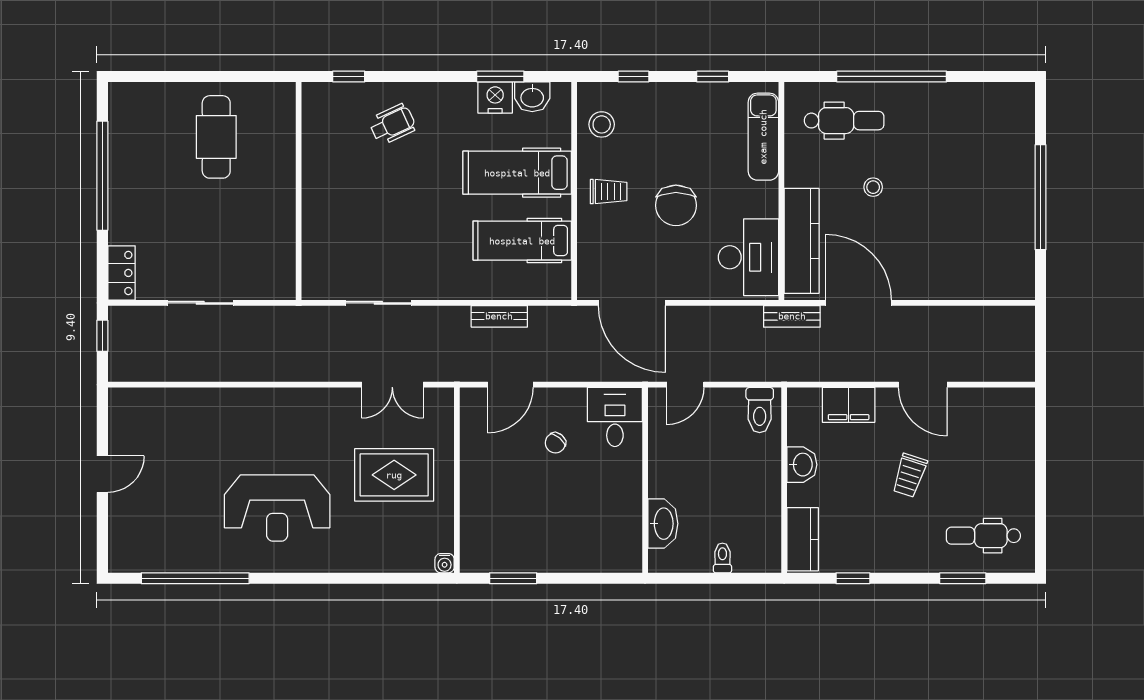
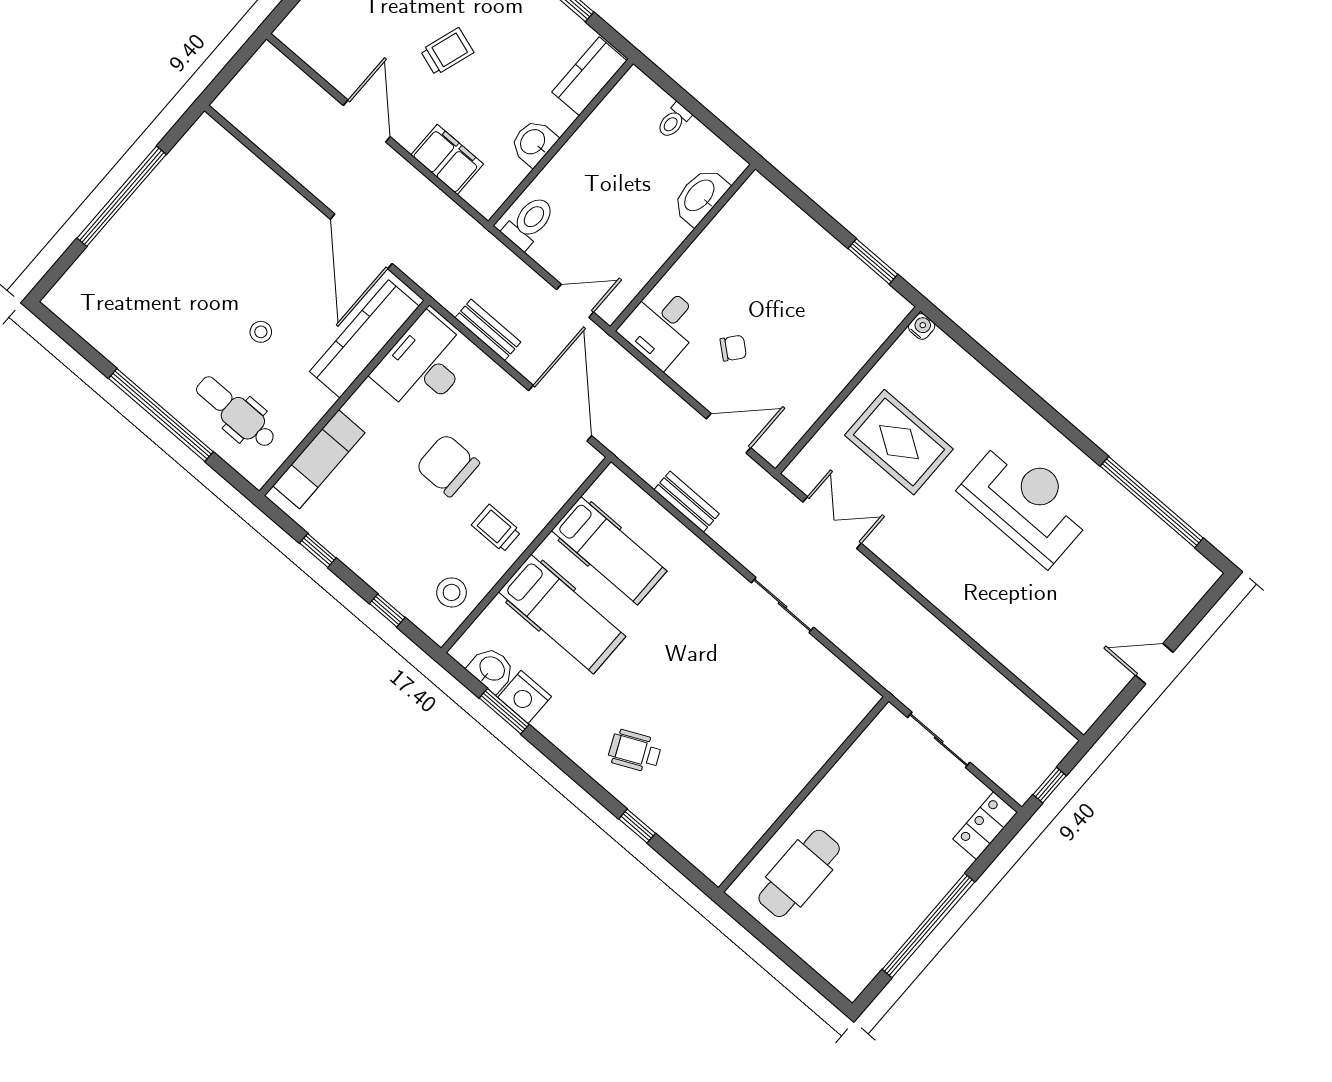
wall: (299, 191) -> (804, 794), moved
chair: (676, 205) -> (448, 465), turned -90
bench: (792, 316) -> (488, 330), moved

